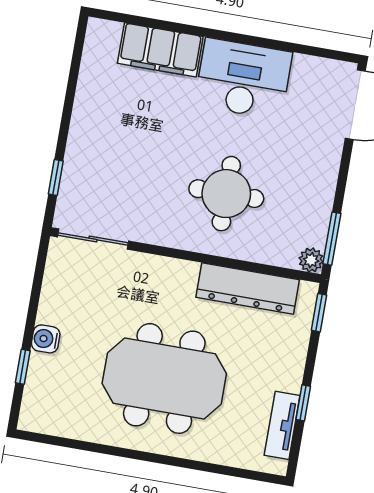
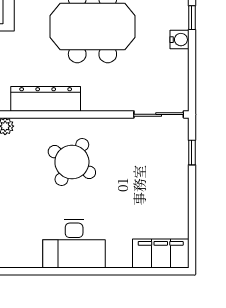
filing cabinet: (160, 50) -> (161, 254), moved
round table: (226, 194) -> (72, 162), turned 31

